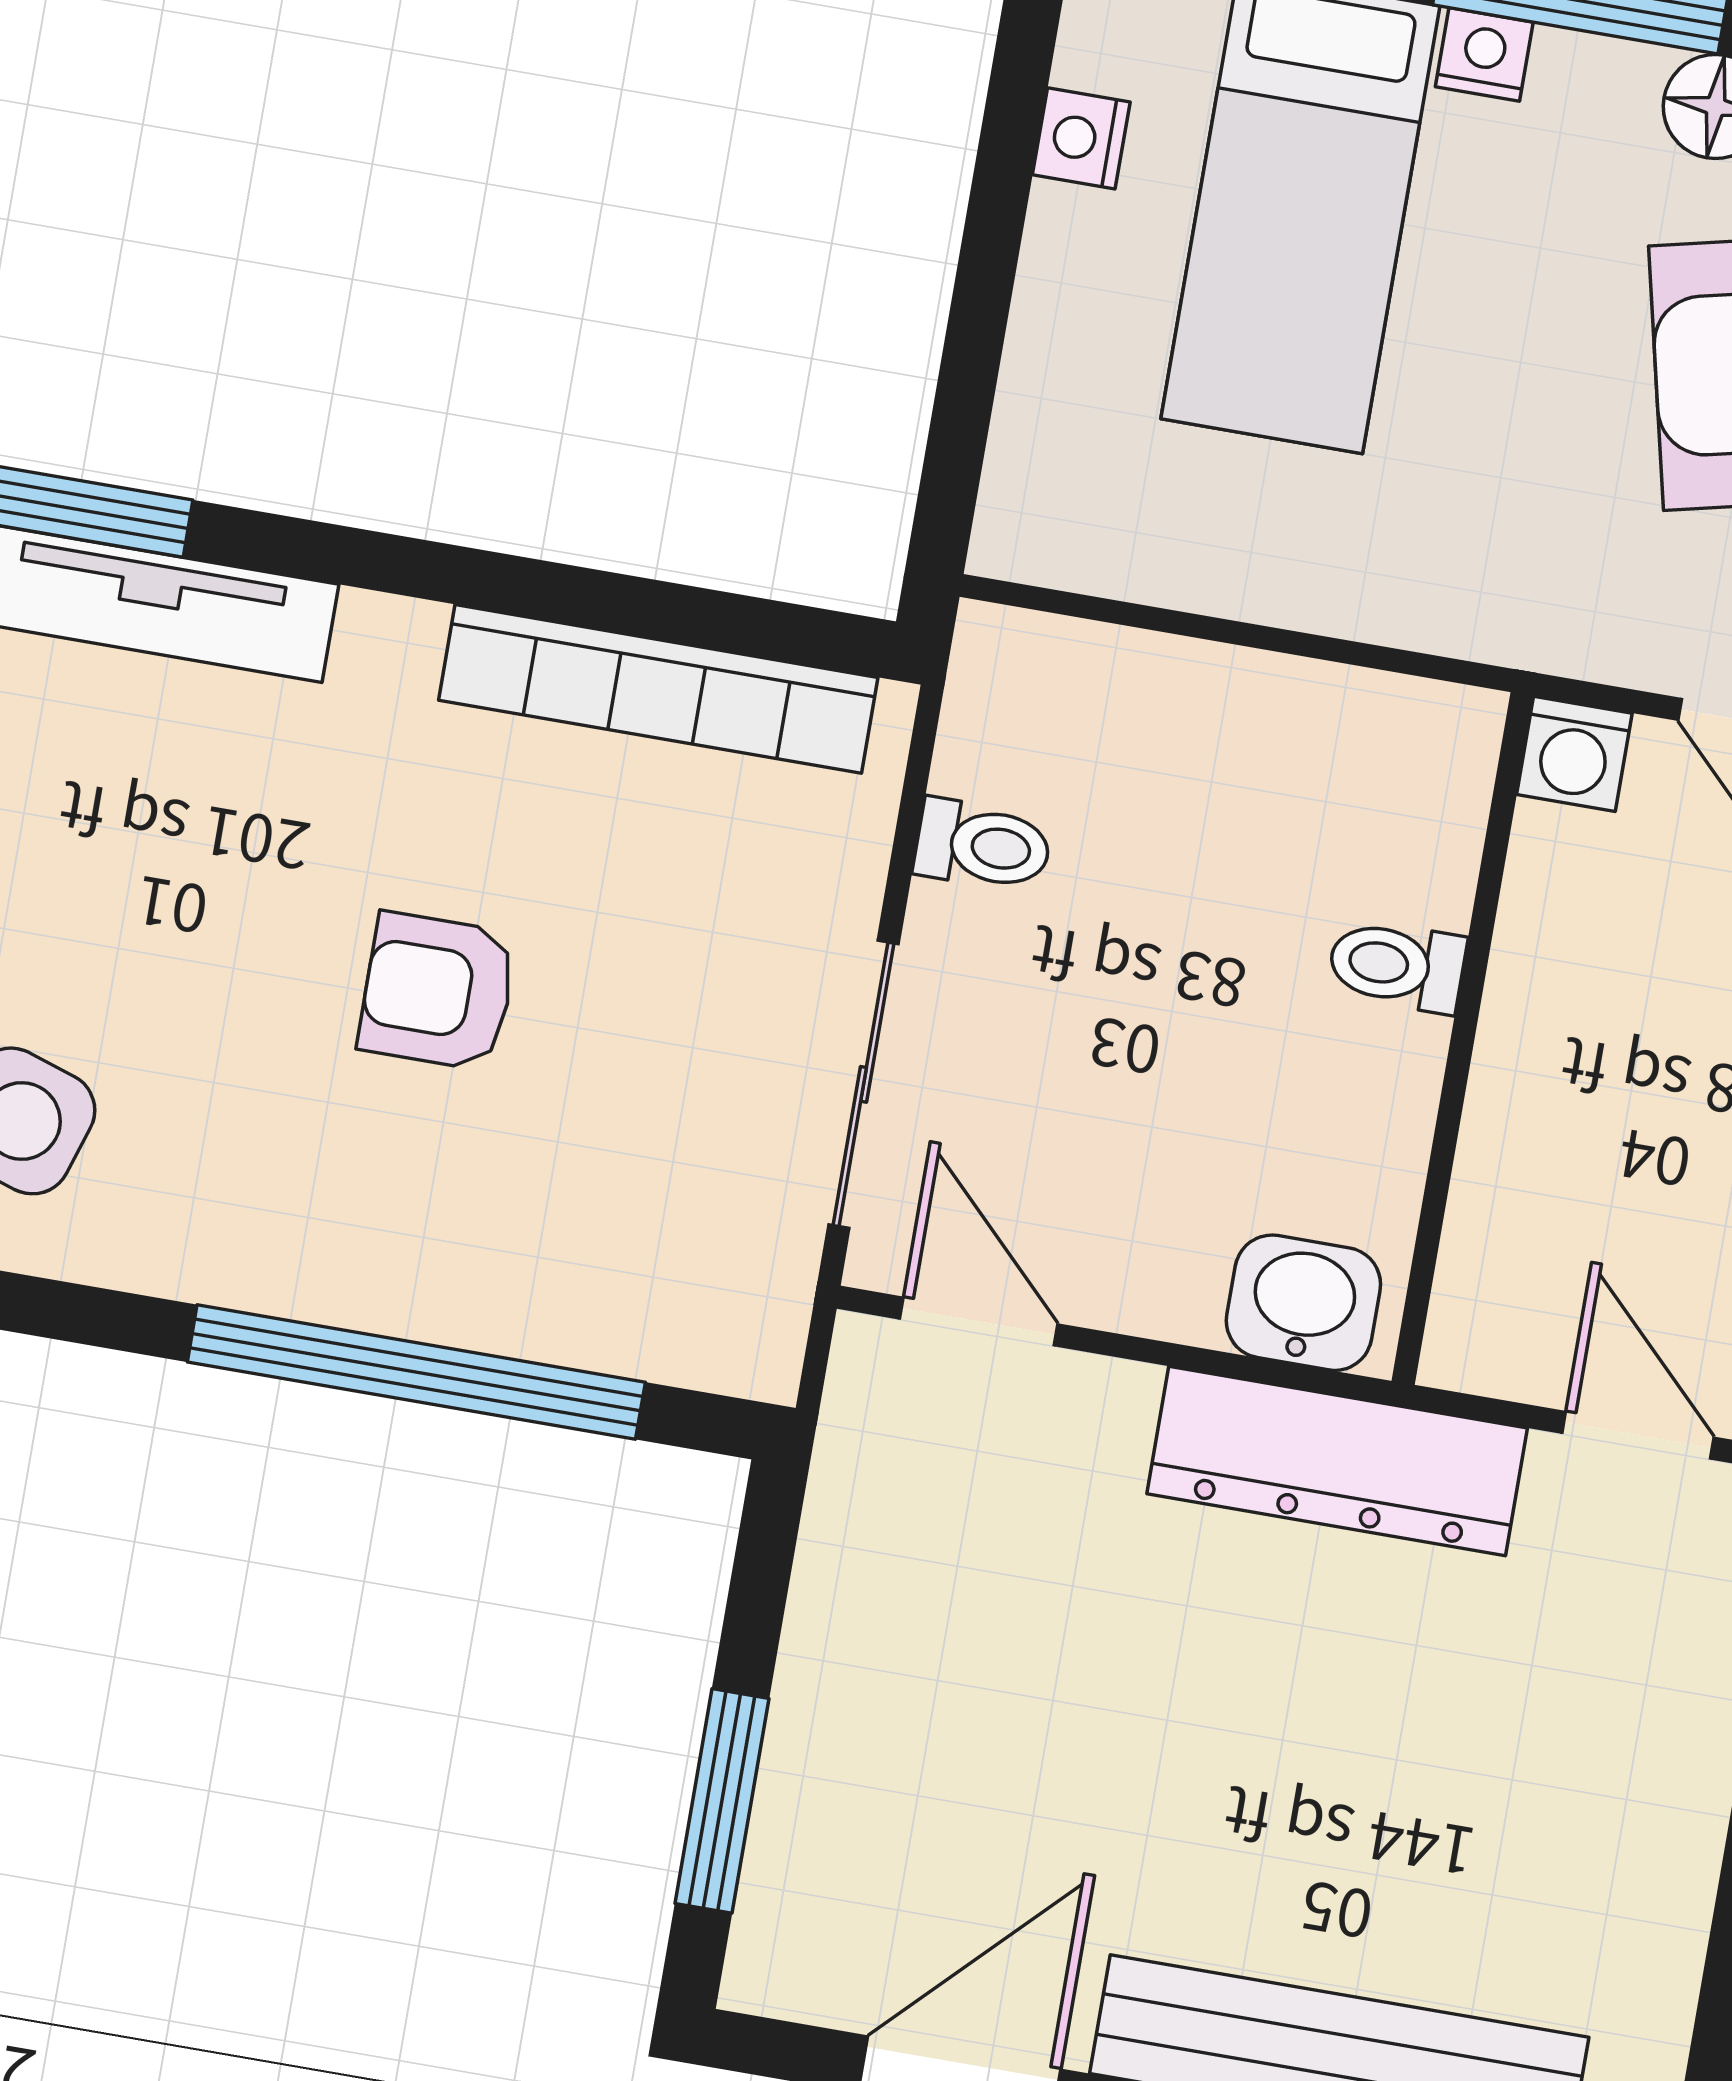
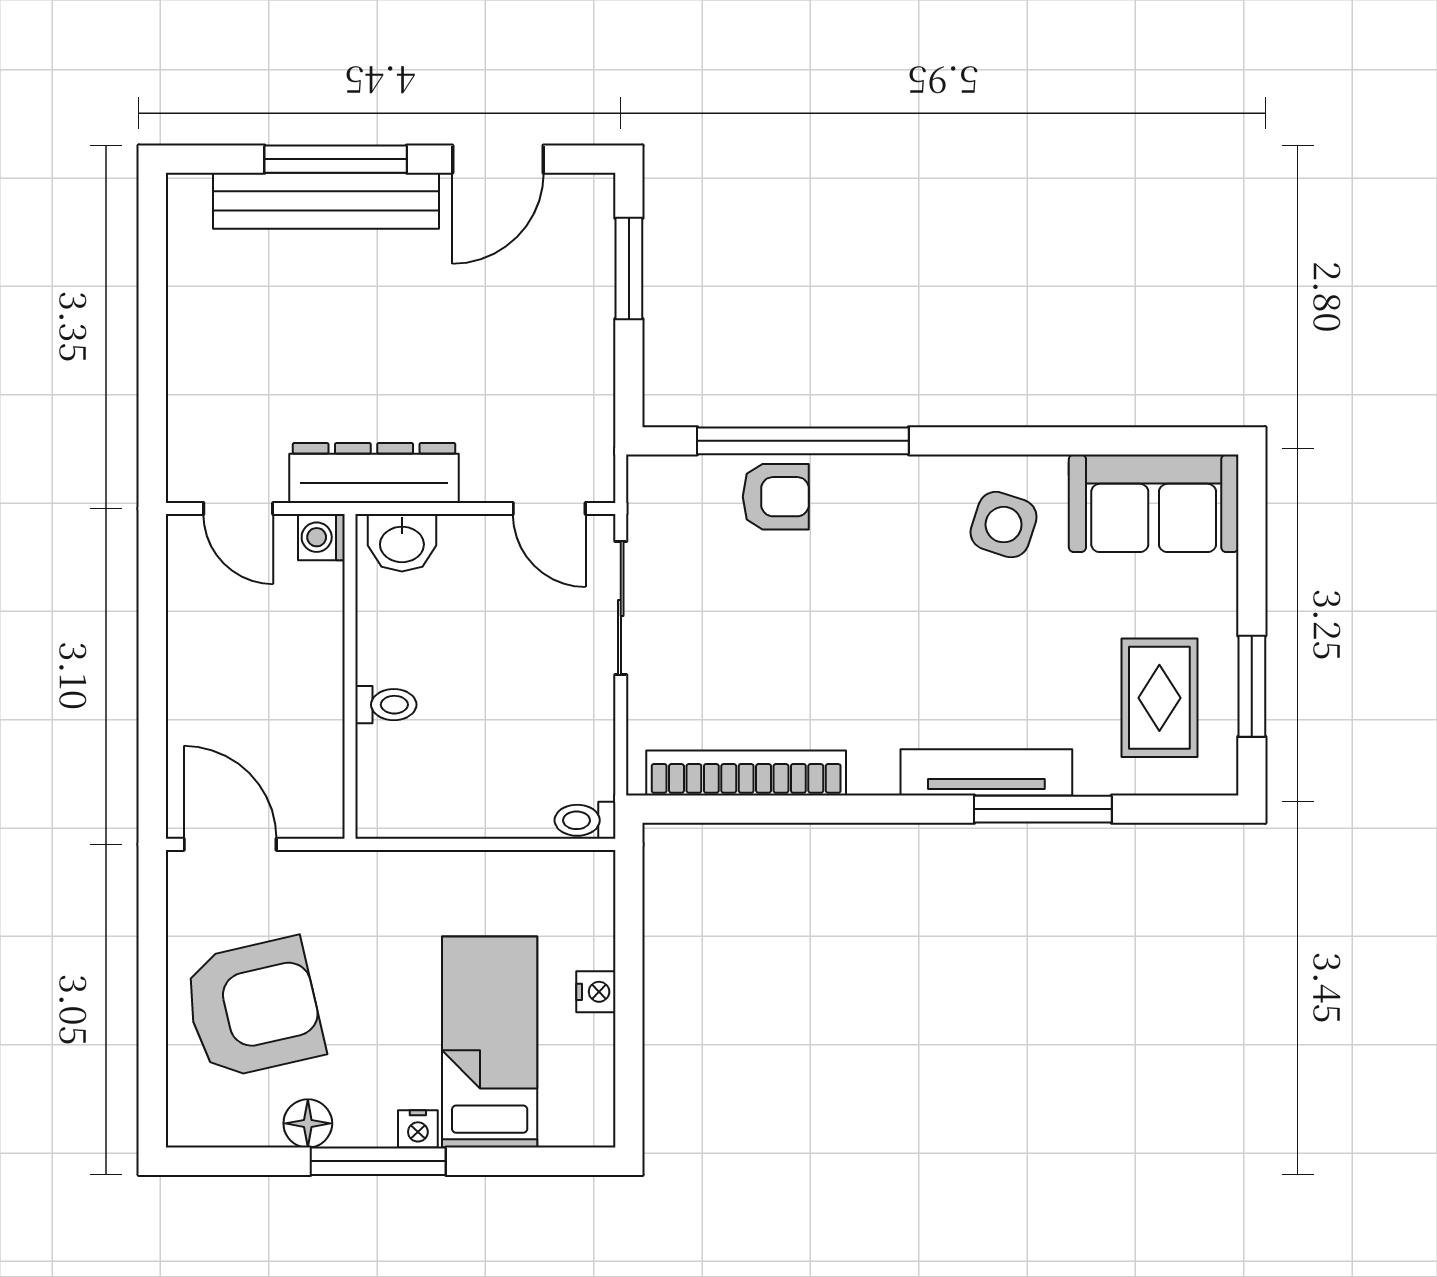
nightstand: (1081, 138) -> (596, 992), moved
washing machine: (1574, 754) -> (321, 537), moved, turned -90
toilet: (983, 845) -> (585, 820), moved
armchair: (438, 991) -> (776, 497), moved

